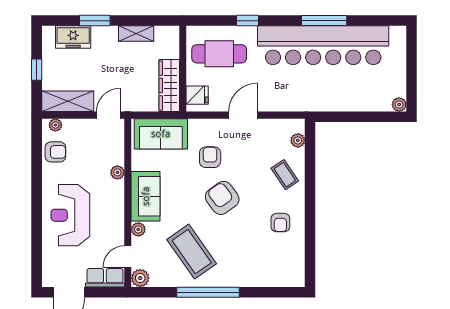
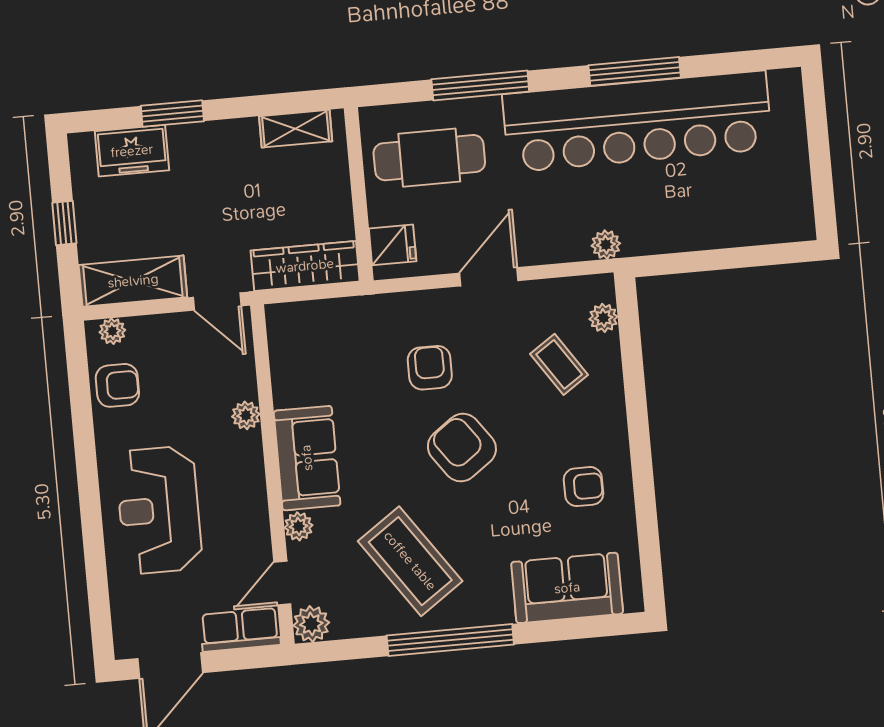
window: (248, 21) -> (480, 85), width x2.17
shelving: (136, 34) -> (296, 129), moved
wardrobe: (169, 86) -> (305, 266), moved, turned 90
plant: (399, 104) -> (606, 245), moved
door: (108, 115) -> (217, 302), swing flipped
sofa: (161, 134) -> (567, 588), moved, turned 180
coffee table: (285, 175) -> (559, 364), moved
armchair: (280, 223) -> (584, 487), turned -90

